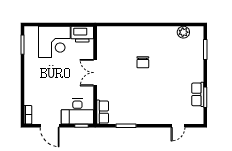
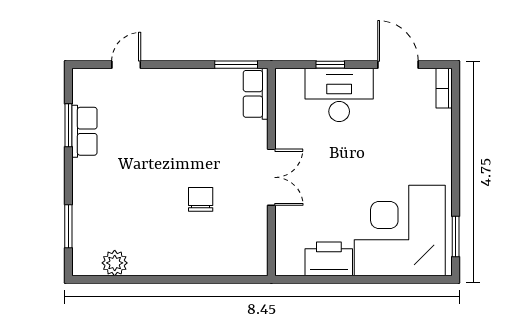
corner desk: (54, 42) -> (400, 230), width x1.36, depth x1.36
double door: (95, 73) -> (271, 177), moved
wall: (95, 75) -> (271, 172), moved
row of seats: (103, 112) -> (256, 94), moved

